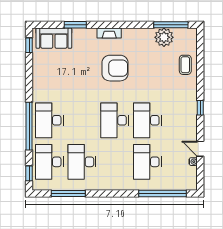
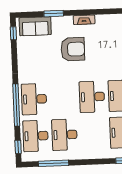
armchair: (115, 68) -> (73, 49), moved

